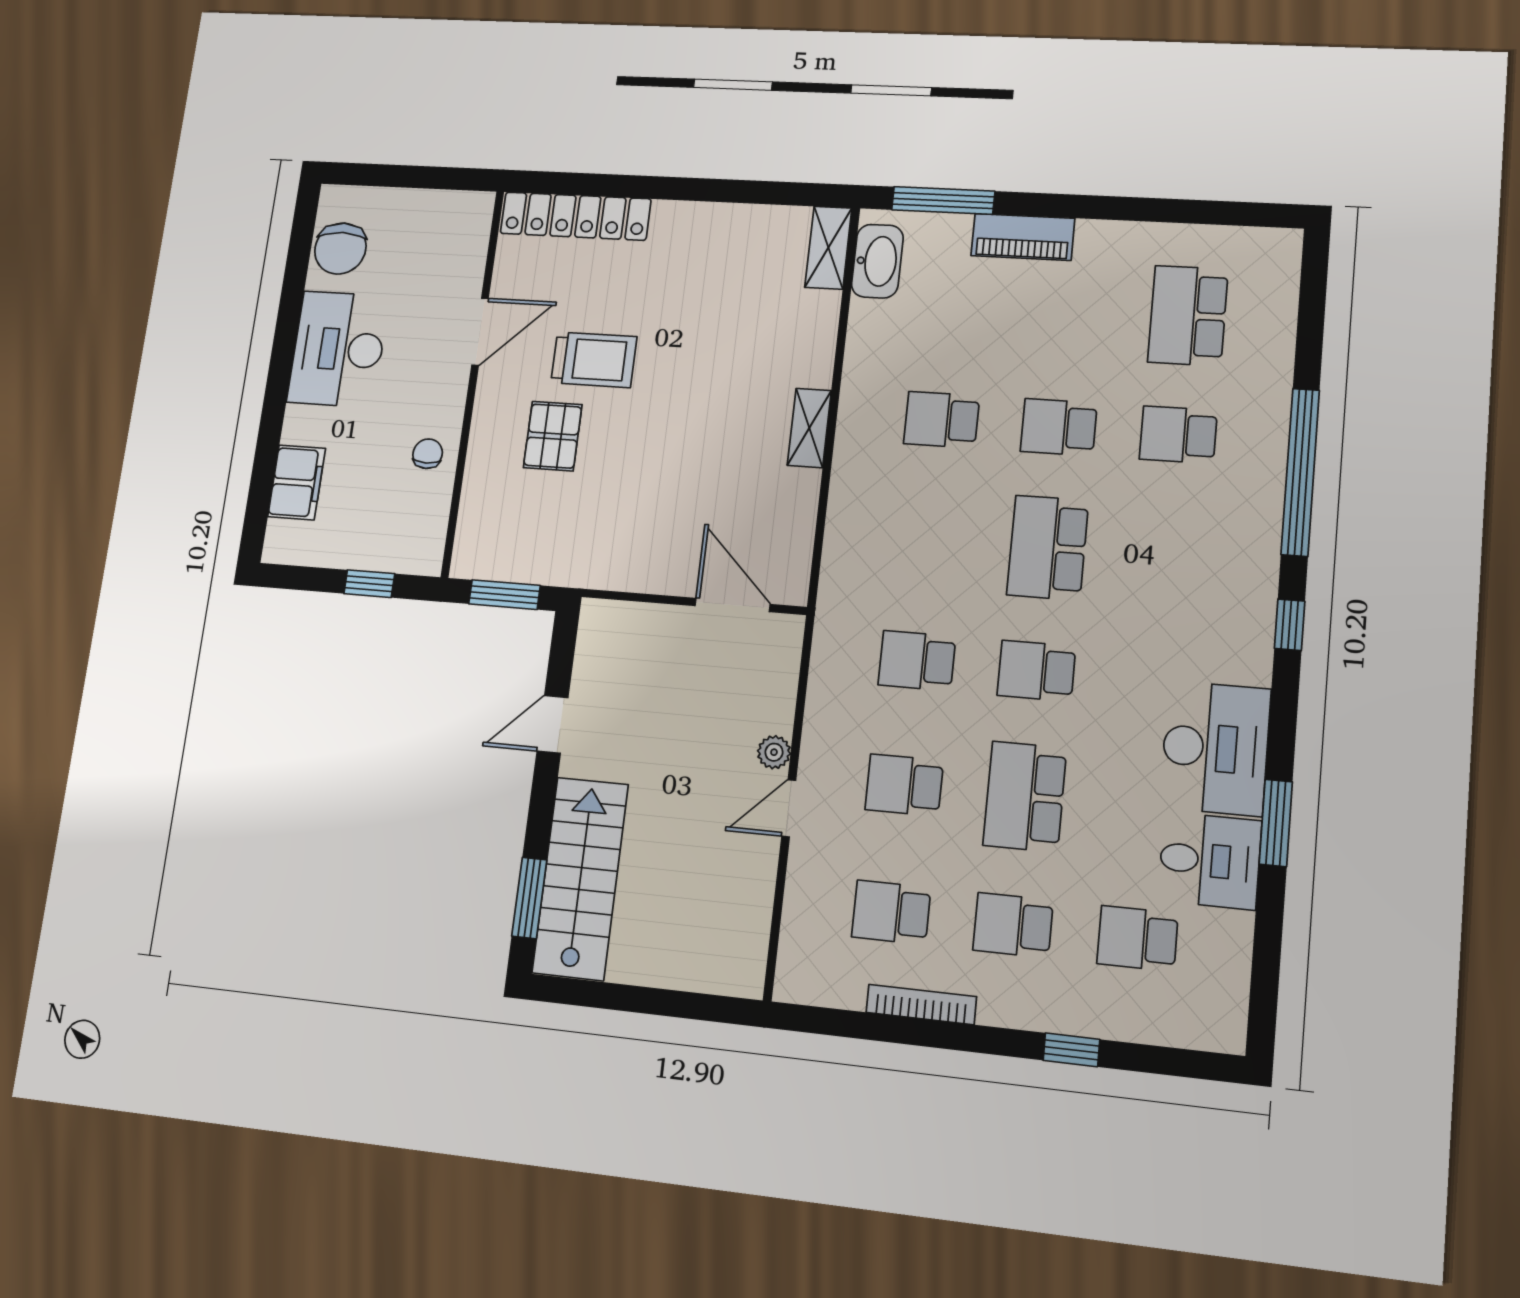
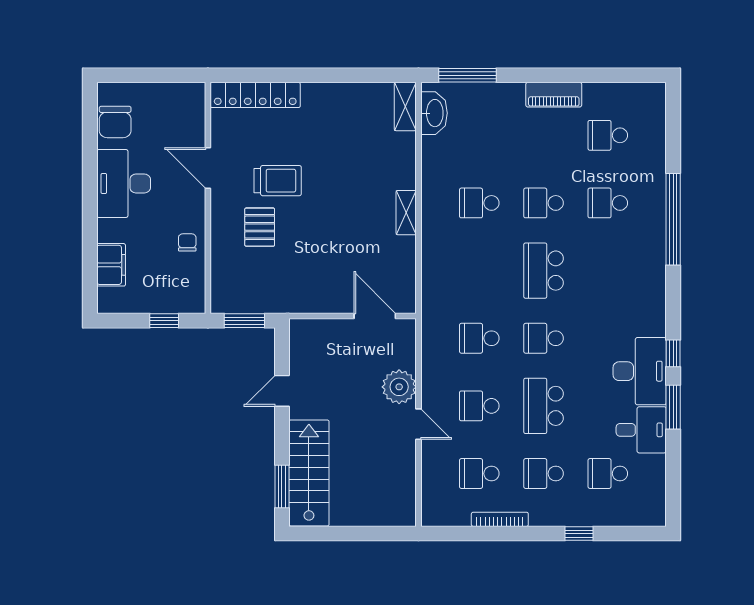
piano: (1023, 237) -> (554, 95), moved
school desk: (1188, 316) -> (608, 135), width x0.54
door: (480, 332) -> (208, 168), swing flipped
window: (1290, 625) -> (673, 353), moved
plant: (774, 752) -> (399, 387), width x1.88, depth x1.88
door: (789, 808) -> (419, 424), swing flipped

